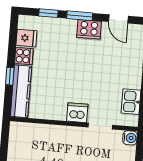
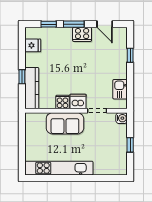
cooker: (24, 56) -> (62, 102), moved, turned -90
sofa: (59, 139) -> (65, 123), added

